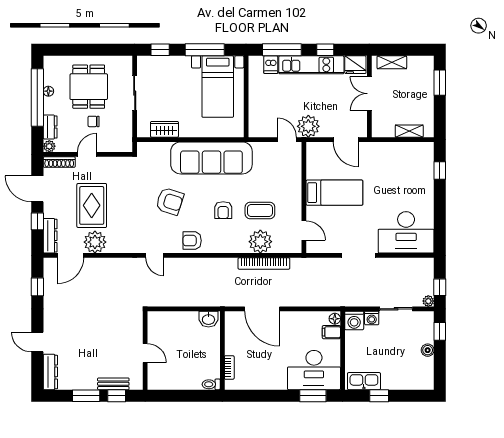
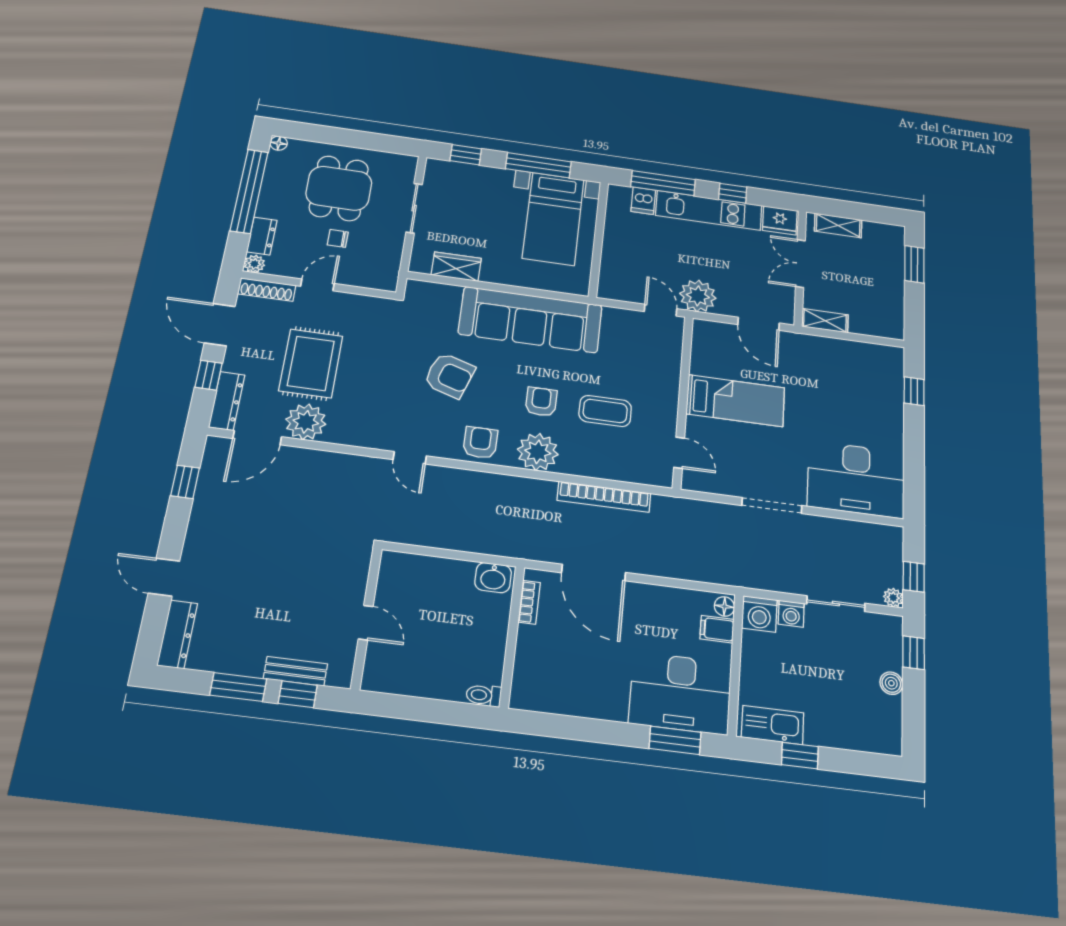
floor lamp: (48, 91) -> (279, 143), moved
shelving: (409, 131) -> (825, 321), moved
armchair: (223, 210) -> (541, 402), turned 180
armchair: (192, 241) -> (480, 443), turned 90
plant: (260, 242) -> (538, 452), moved
bookcase: (229, 367) -> (529, 602), moved

